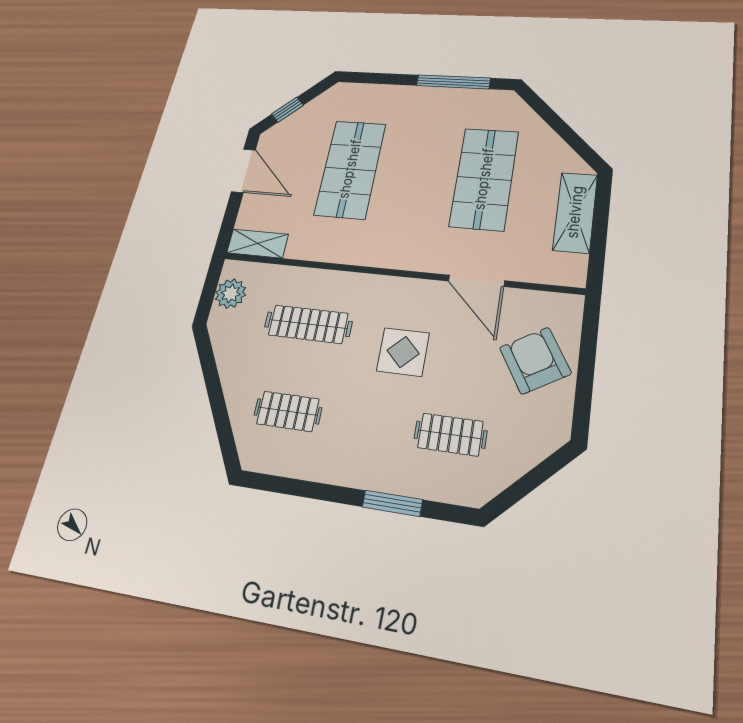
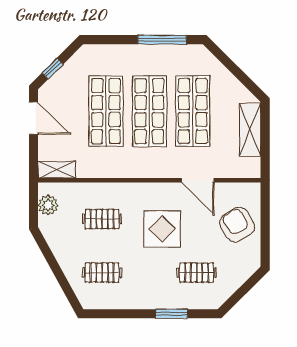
shop shelf: (416, 174) -> (149, 111), added
clothes rail: (308, 324) -> (102, 219), width x0.73
display table: (403, 352) -> (162, 229), width x1.36, depth x1.36

